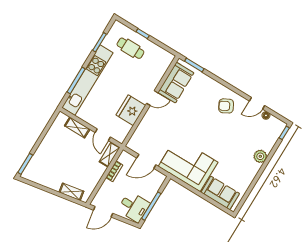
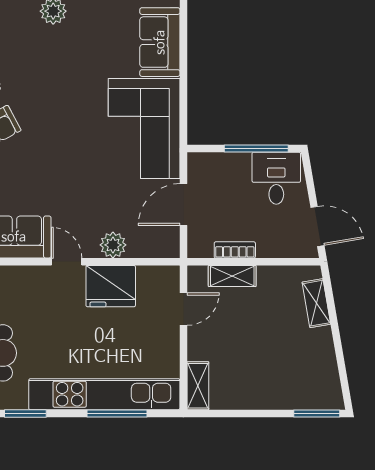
plant: (147, 122) -> (113, 245), added
shelving: (77, 127) -> (198, 386), moved
shelving: (110, 155) -> (232, 276), moved
door: (146, 161) -> (183, 205), swing flipped

